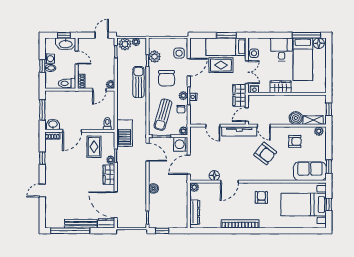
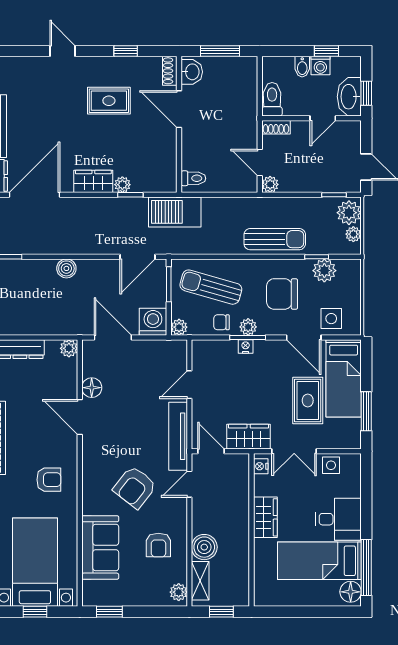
bed: (226, 47) -> (344, 378), moved, turned 180
window: (42, 66) -> (327, 51), moved
rug: (94, 147) -> (109, 101), moved
sofa: (310, 171) -> (100, 547), moved

